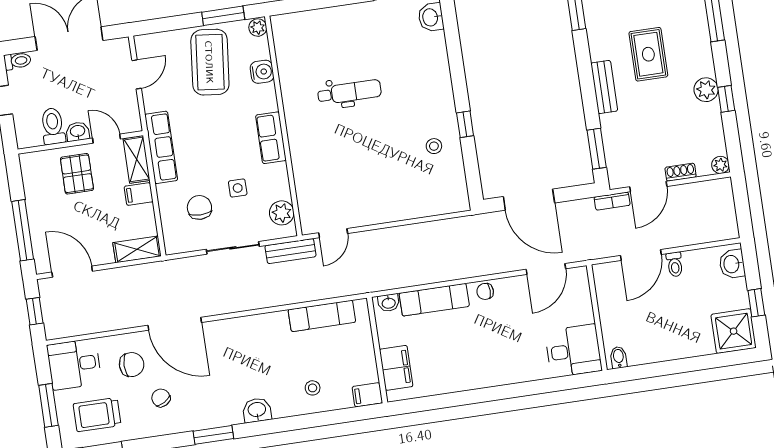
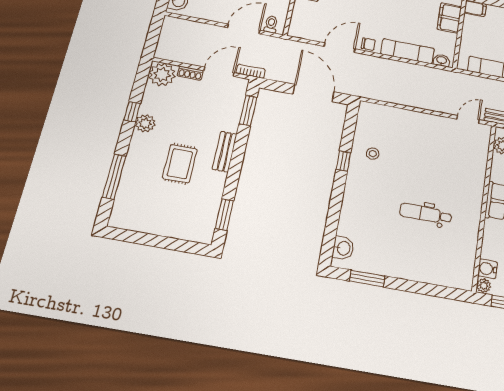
water cooler: (262, 72) -> (488, 269), moved
plant: (720, 165) -> (162, 74), width x1.88, depth x1.88
toilet: (675, 264) -> (271, 24), moved
door: (546, 269) -> (340, 48), moved

